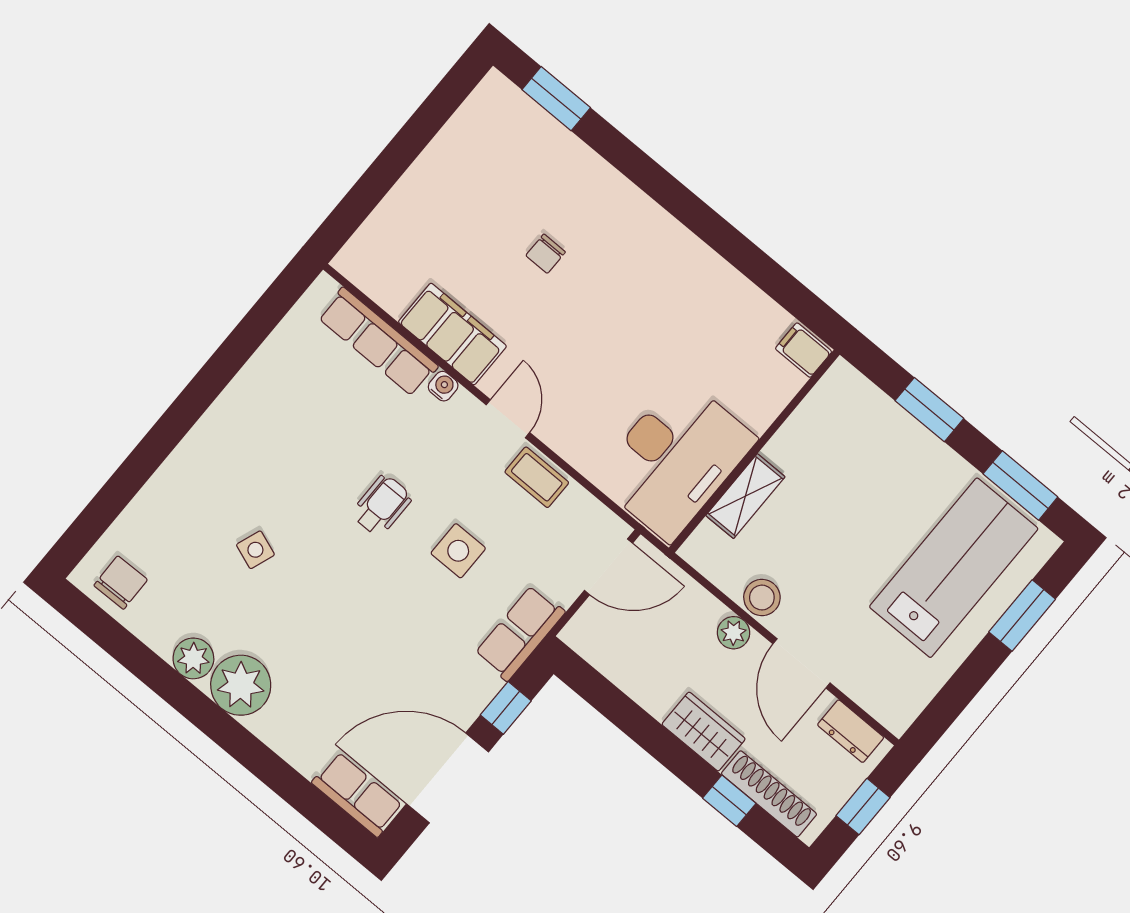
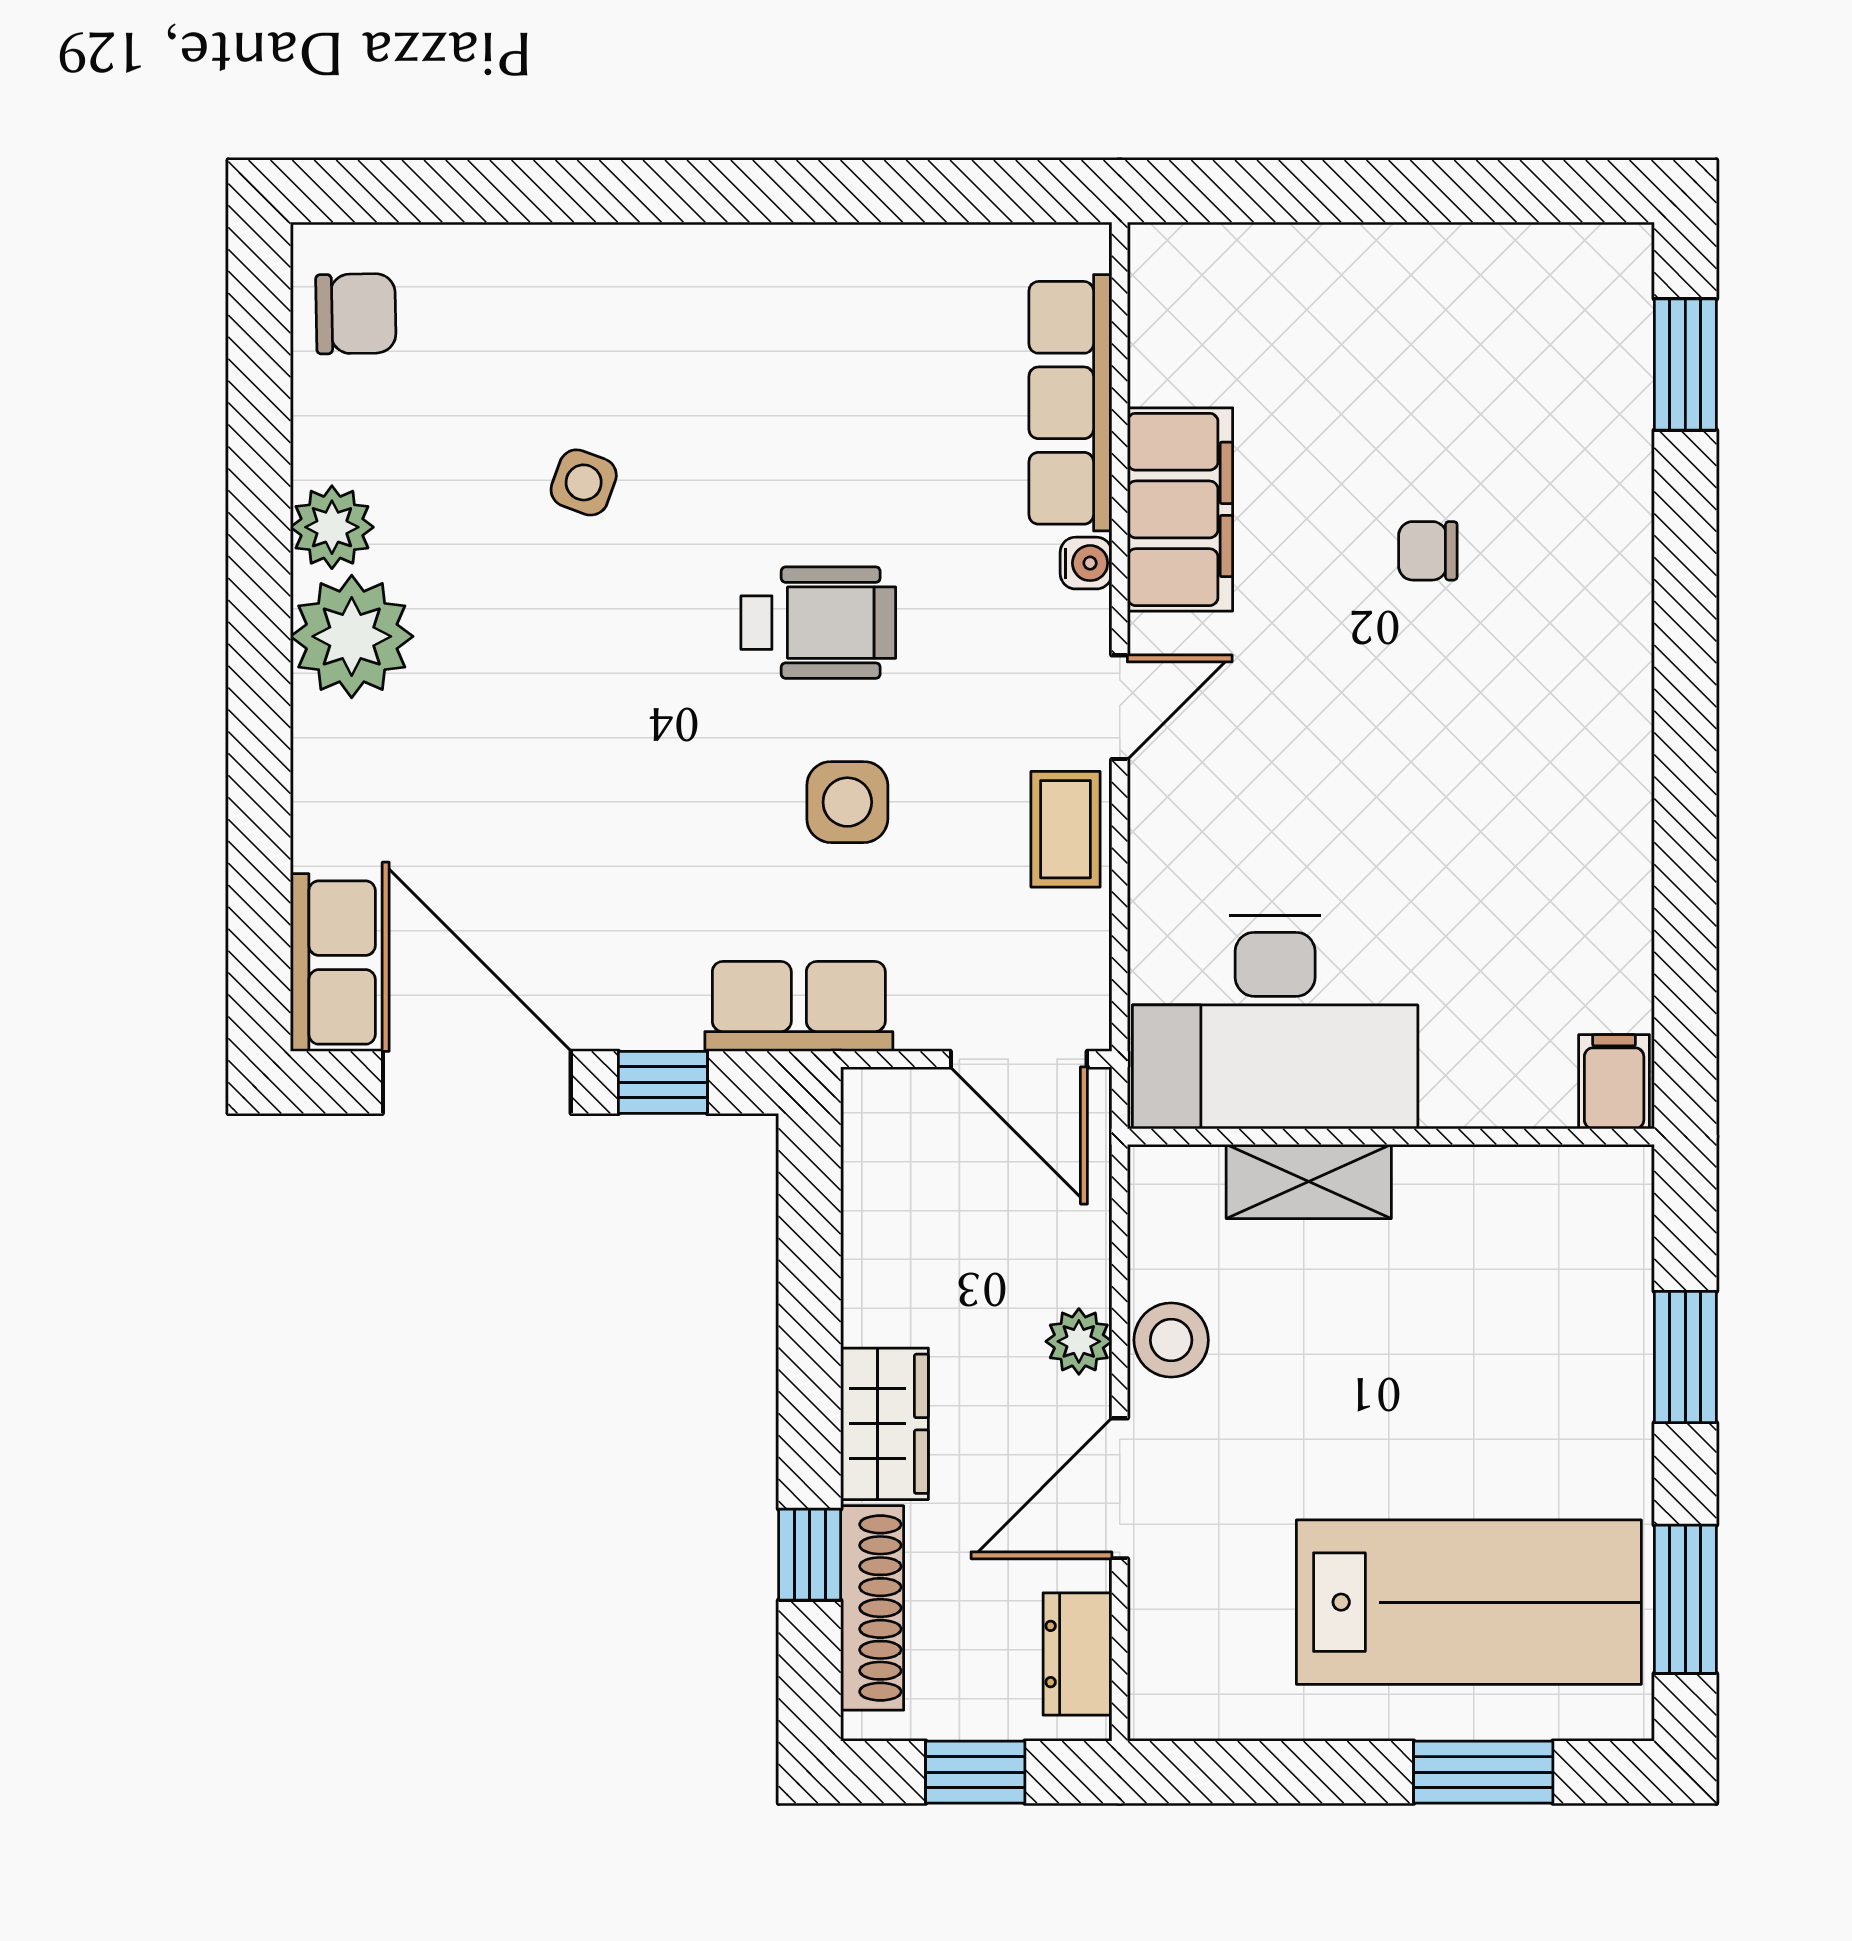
wheelchair: (382, 505) -> (818, 623), width x1.36, depth x1.37

